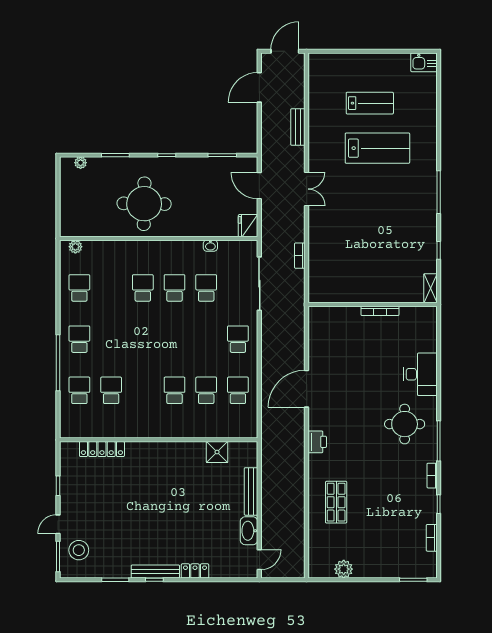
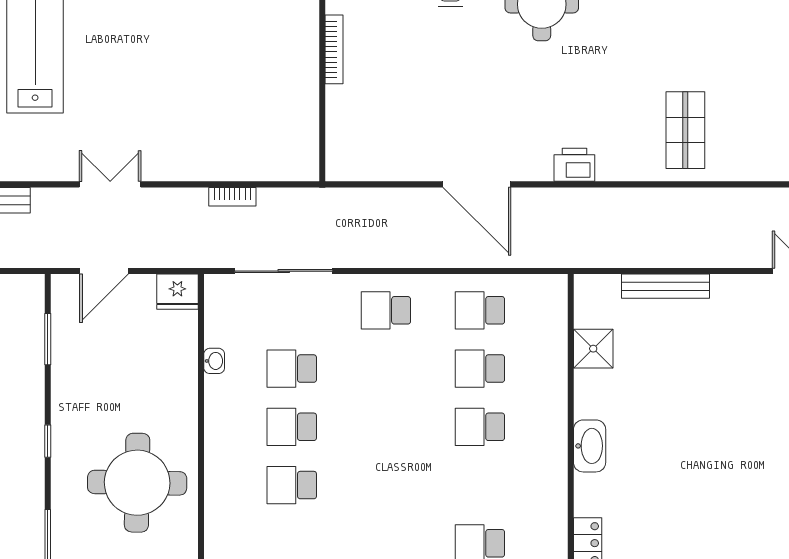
shop shelf: (336, 502) -> (685, 130), turned 90
washbasin: (249, 531) -> (590, 446), moved, turned -90

